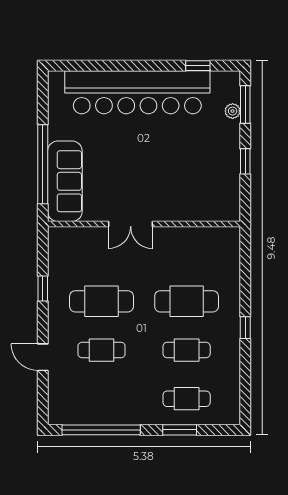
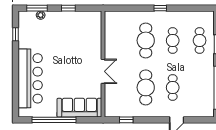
bar counter: (137, 92) -> (30, 78), width x0.73
window: (43, 164) -> (54, 120), moved
window: (43, 289) -> (126, 120), moved

